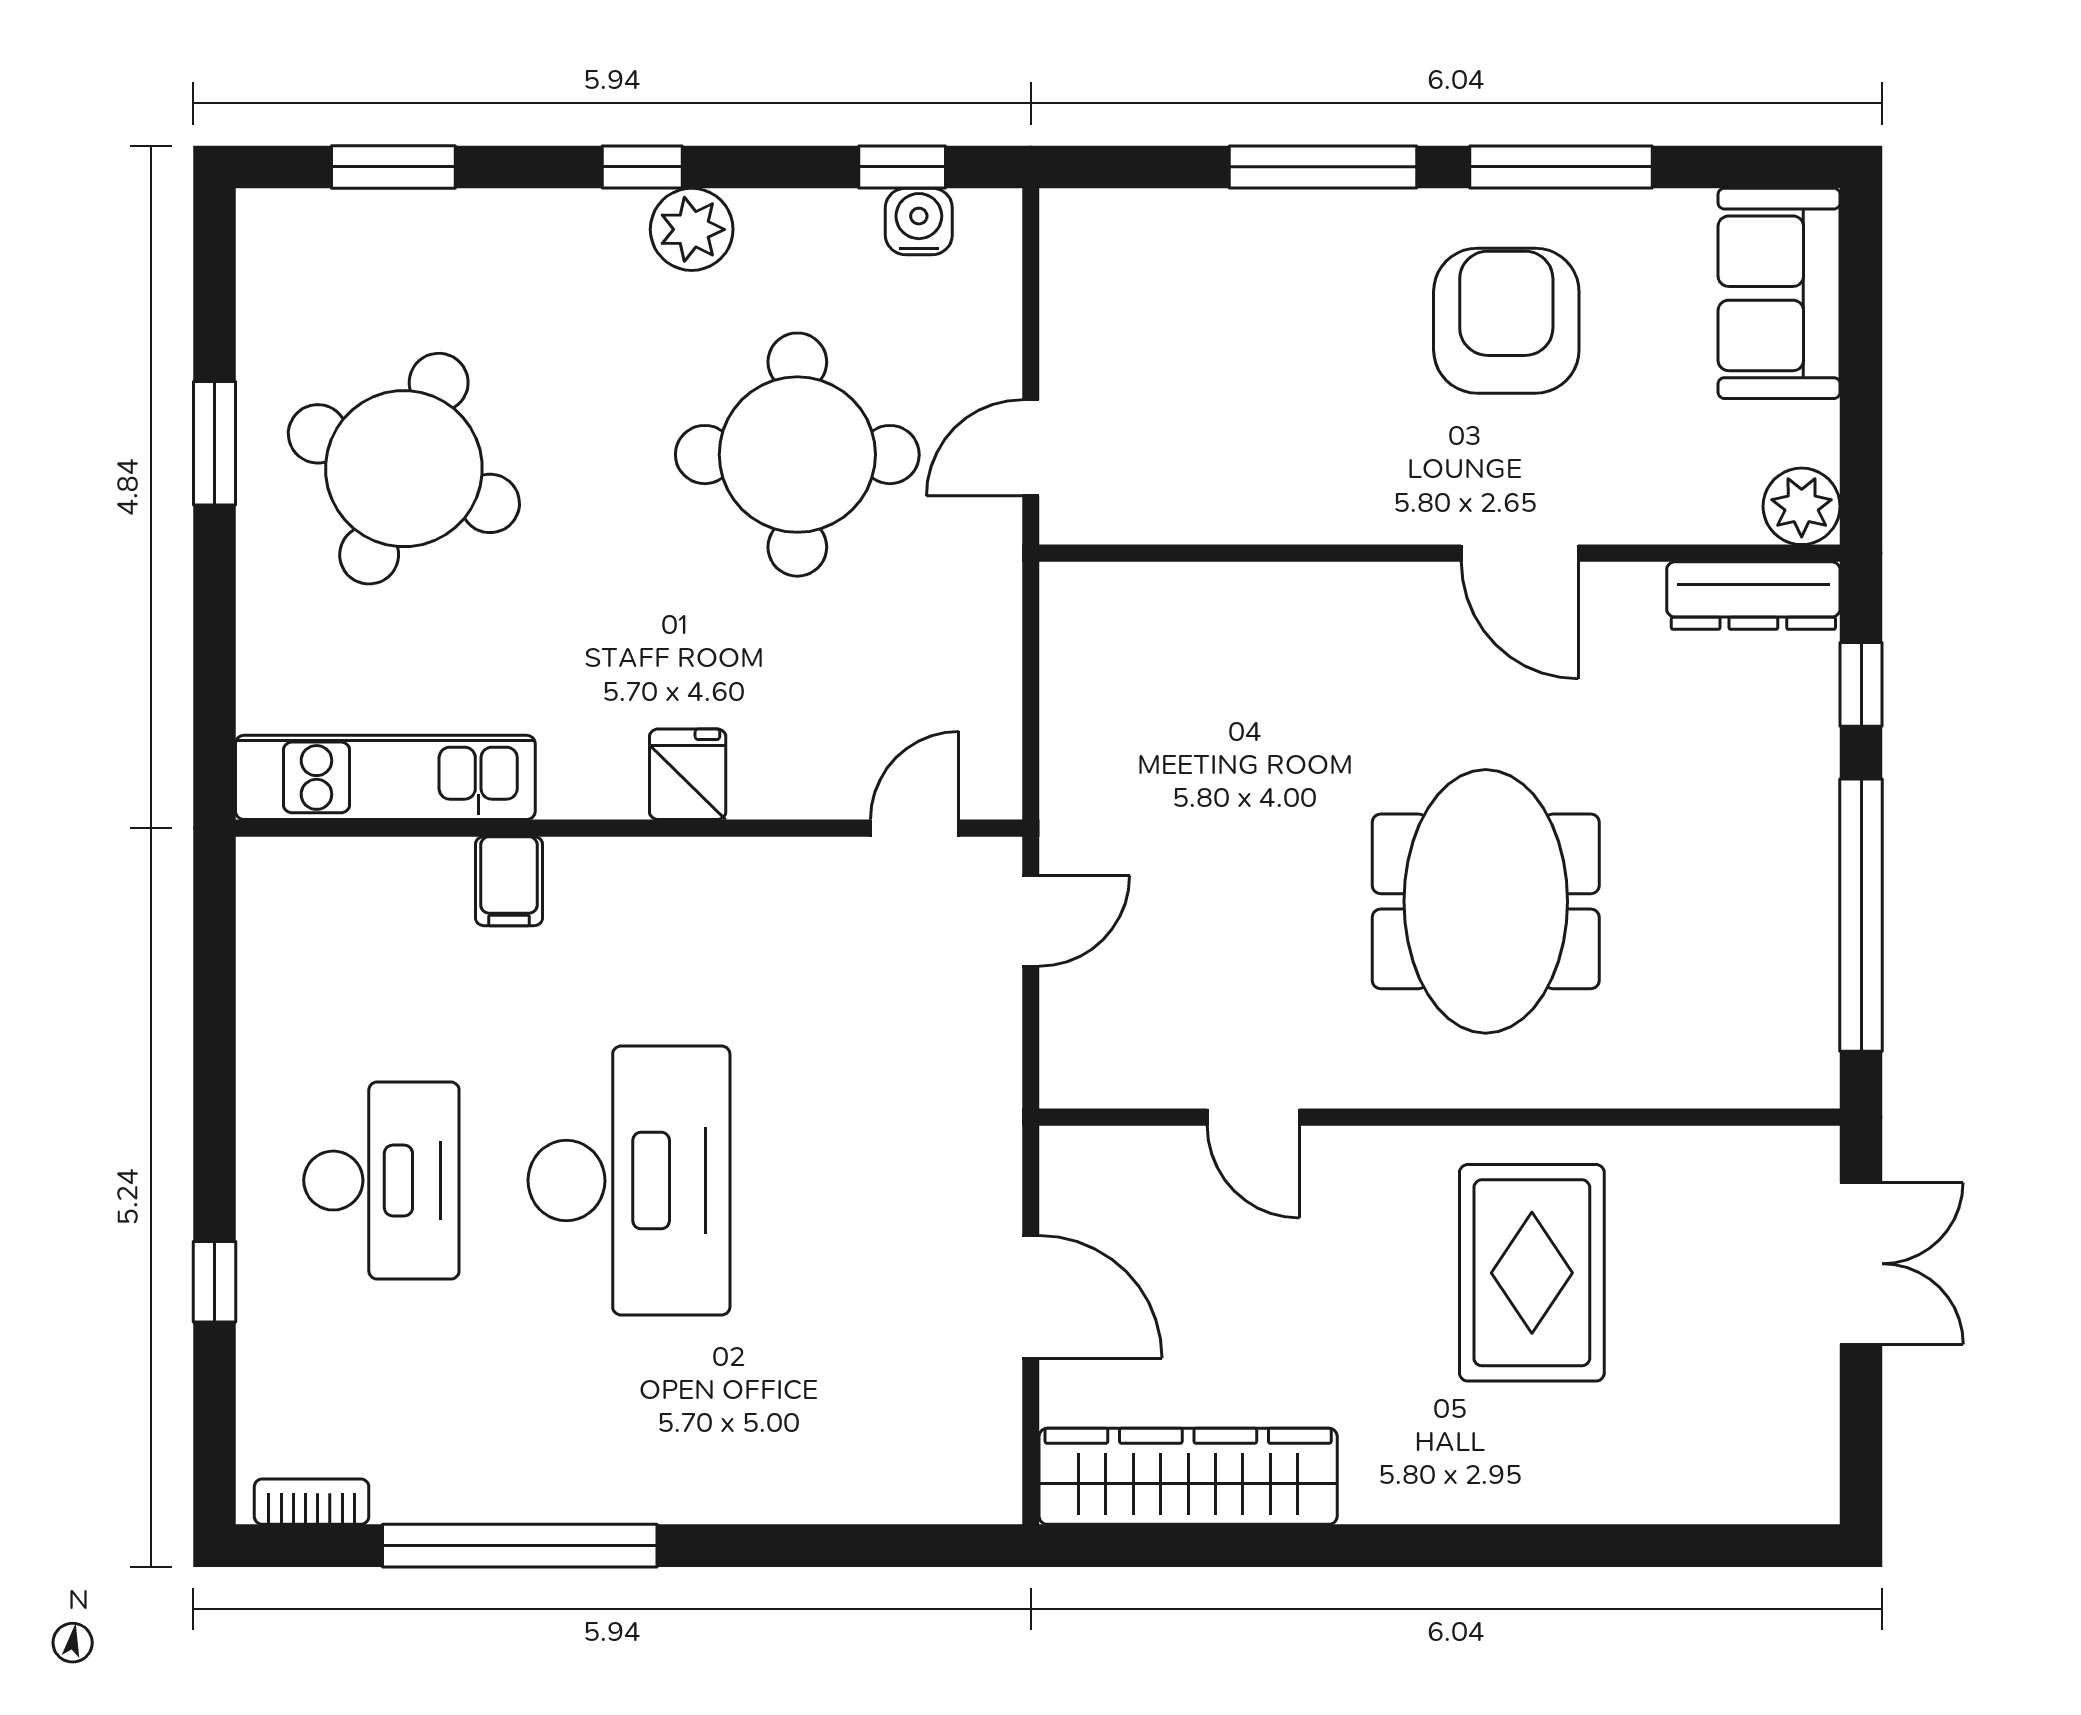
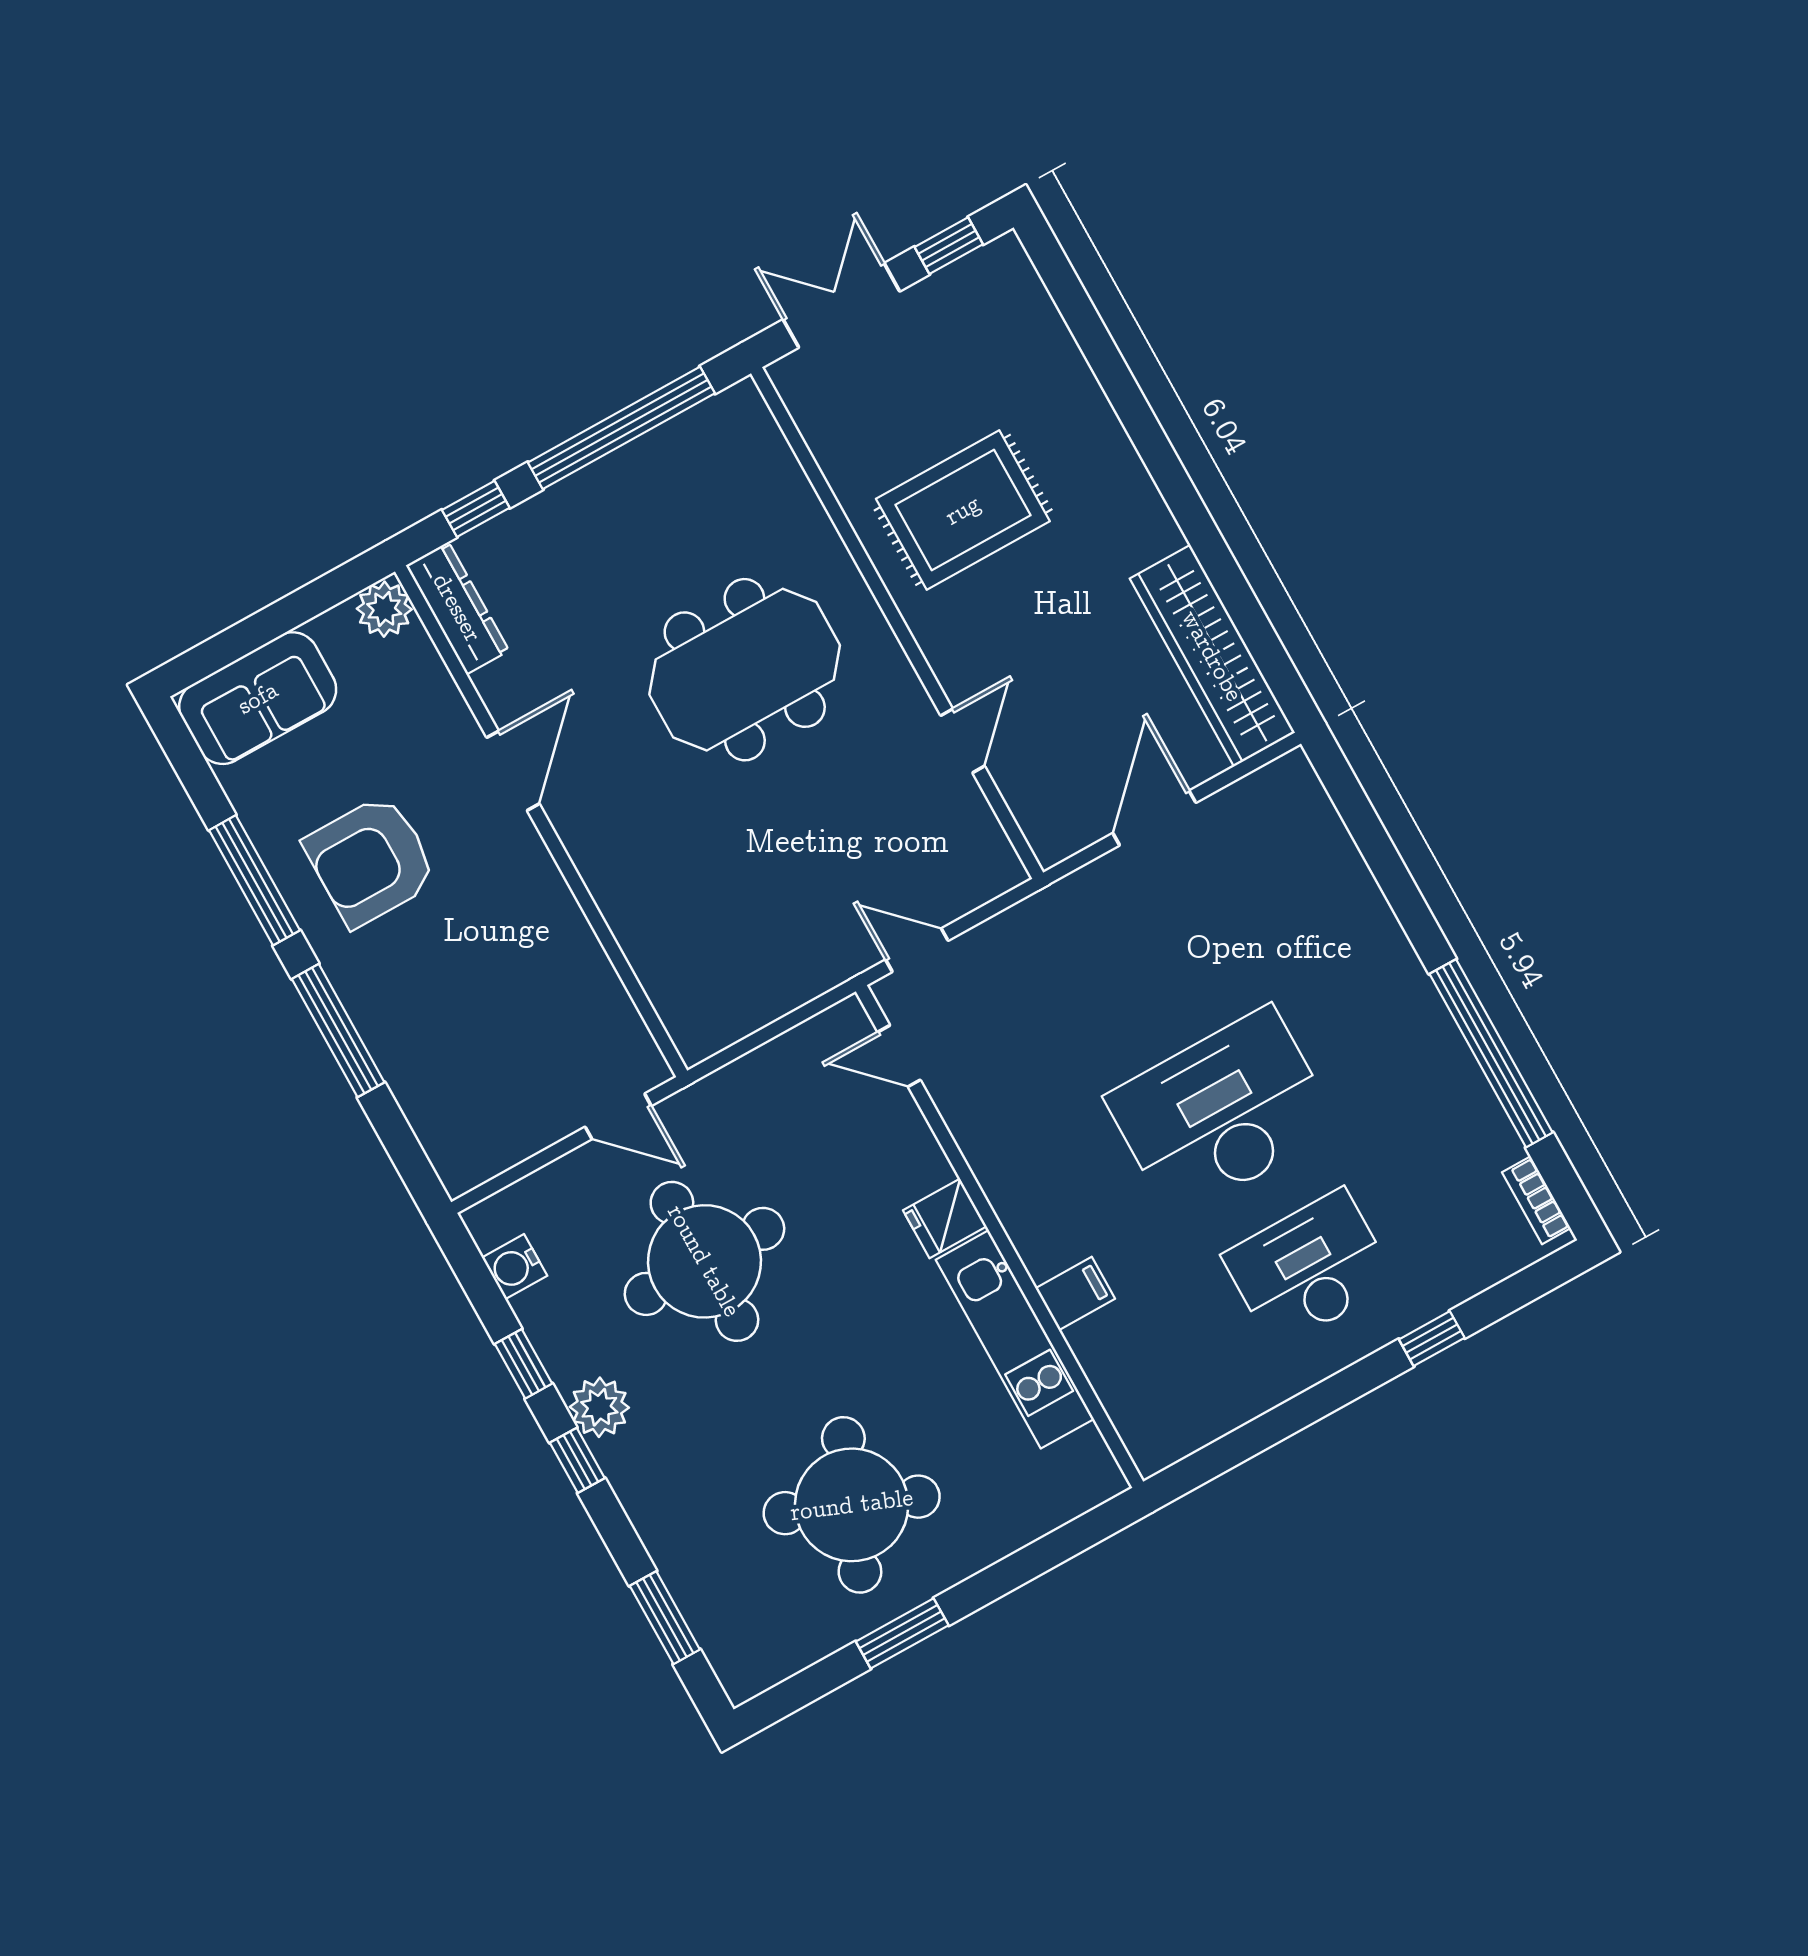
window: (902, 167) -> (524, 1364), moved
kitchen unit: (385, 777) -> (1015, 1339), moved
window: (1861, 1433) -> (949, 246), added

